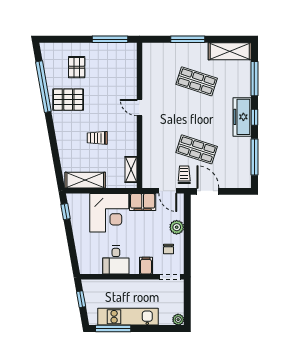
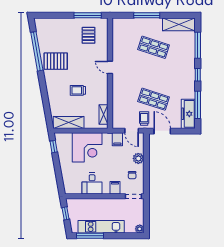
pallet: (77, 67) -> (89, 35), moved
freezer: (242, 117) -> (188, 114), moved
filing cabinet: (143, 202) -> (117, 139), width x0.50

